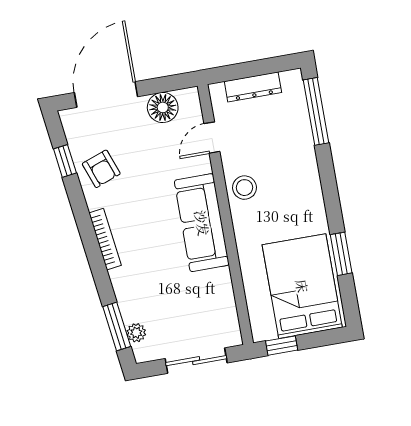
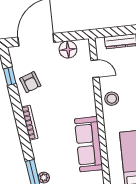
door: (212, 138) -> (95, 69), swing flipped
sofa: (202, 223) -> (89, 144), moved

